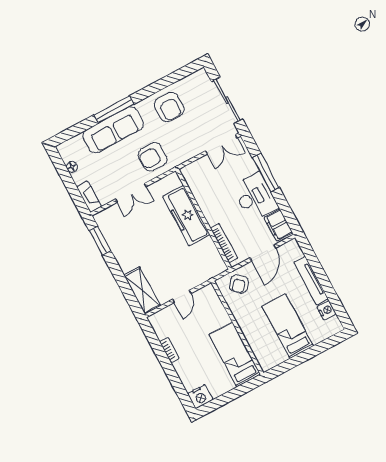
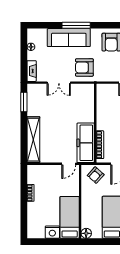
freezer: (186, 216) -> (86, 143), moved
shelving: (142, 291) -> (33, 140), width x1.47
door: (182, 296) -> (69, 164), moved
floor lamp: (266, 363) -> (86, 233), added
nightstand: (200, 397) -> (52, 232), moved

